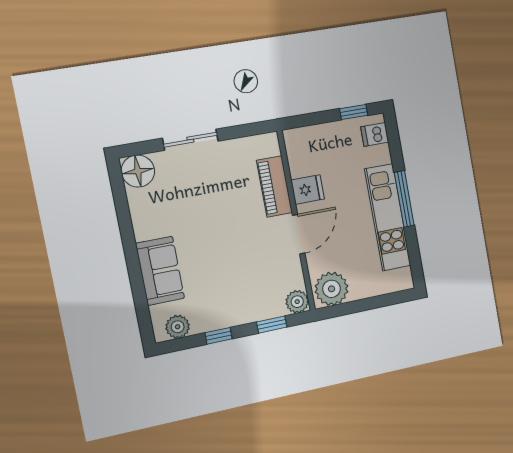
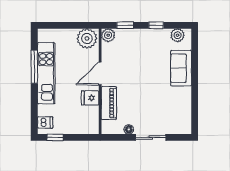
floor lamp: (138, 171) -> (129, 129), moved, width x0.53, depth x0.53
window: (404, 199) -> (34, 67), moved

